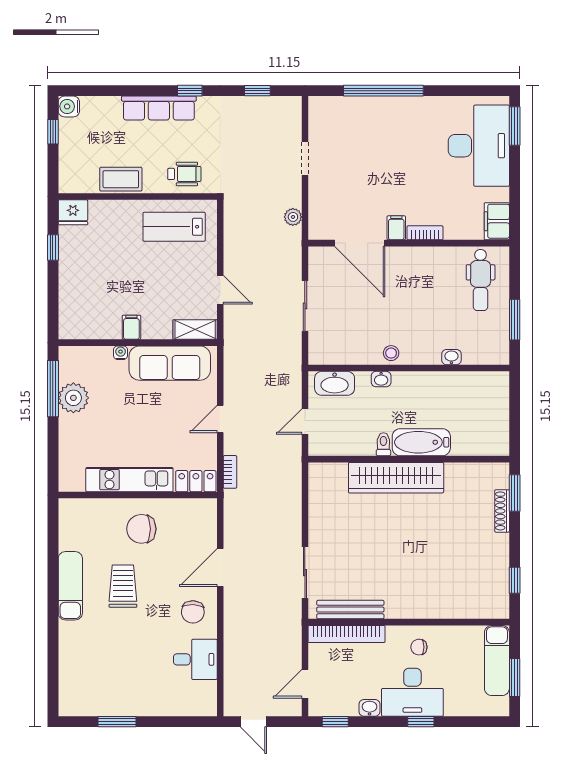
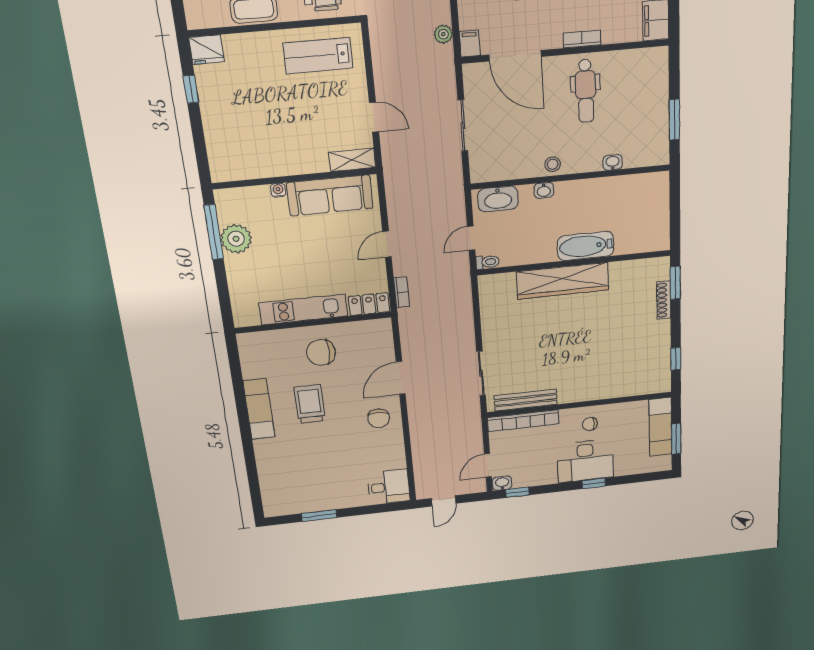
filing cabinet: (396, 228) -> (470, 43), moved
dental chair: (481, 280) -> (586, 91), moved
filing cabinet: (131, 327) -> (286, 164), removed
toilet: (383, 444) -> (487, 262), moved, turned 90
desk: (195, 659) -> (389, 487), moved
washbasin: (369, 708) -> (502, 483), moved
door: (253, 722) -> (444, 501), hinge flipped

